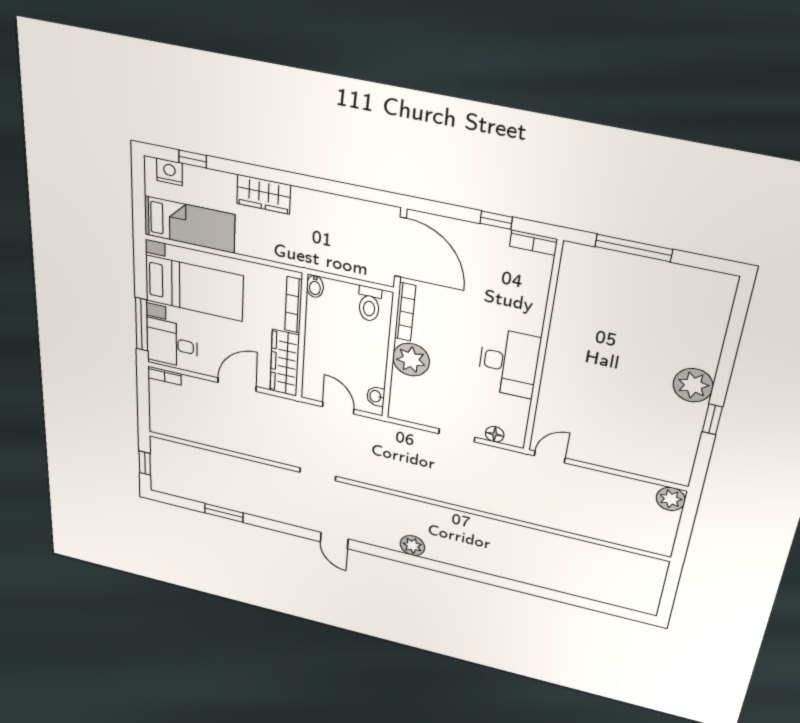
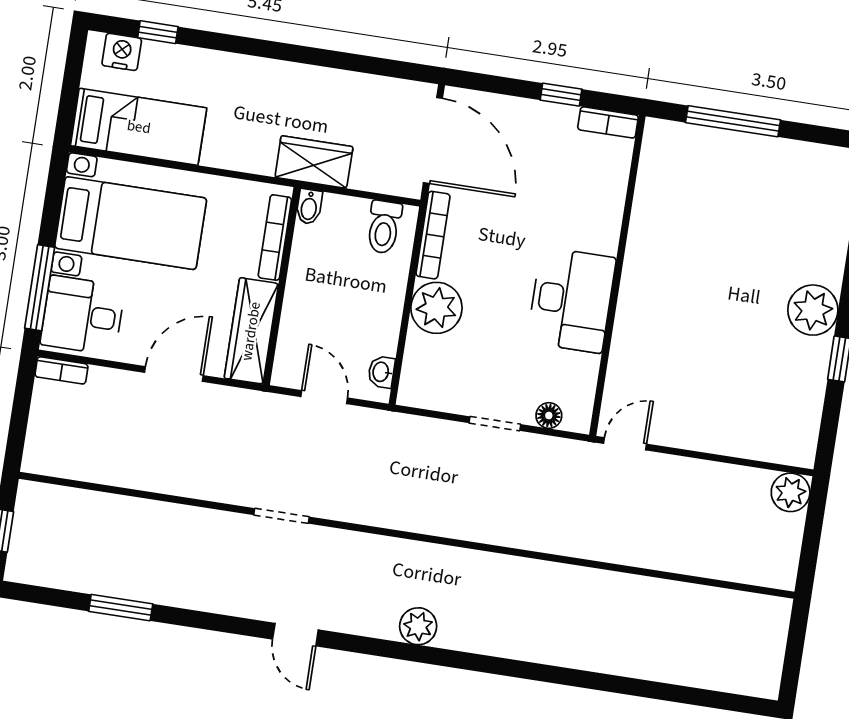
wardrobe: (264, 194) -> (314, 162), moved, turned 180

